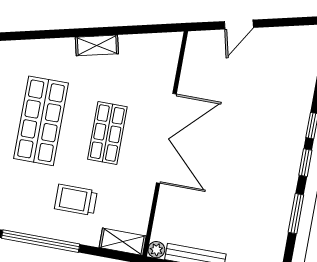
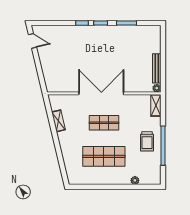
door: (239, 25) -> (33, 41), moved
shelving: (97, 45) -> (58, 121), moved
trolley: (76, 200) -> (147, 141), moved

